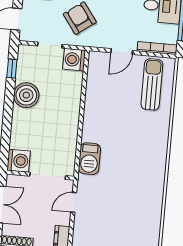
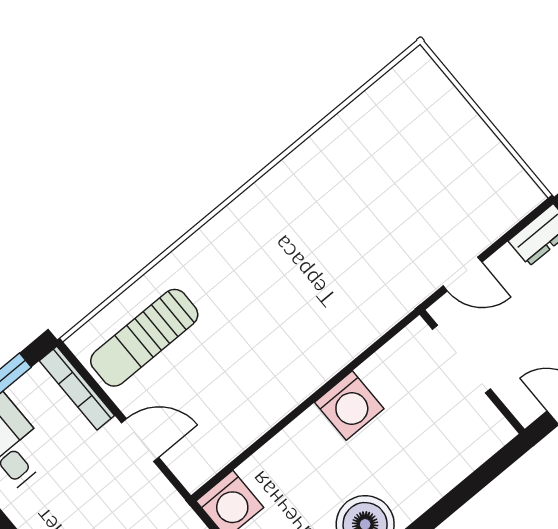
barbecue: (89, 159) -> (366, 319), removed
washing machine: (19, 161) -> (349, 405), moved, turned 180

